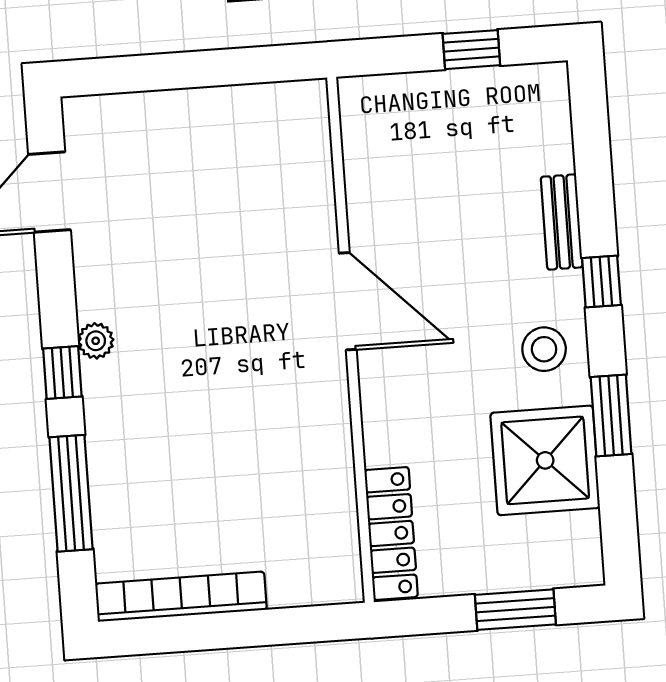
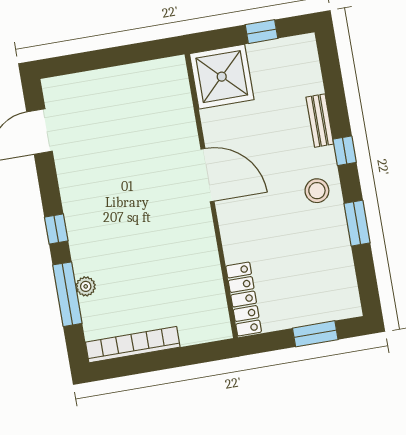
plant: (96, 341) -> (86, 286), moved
shower: (545, 460) -> (222, 77), moved

